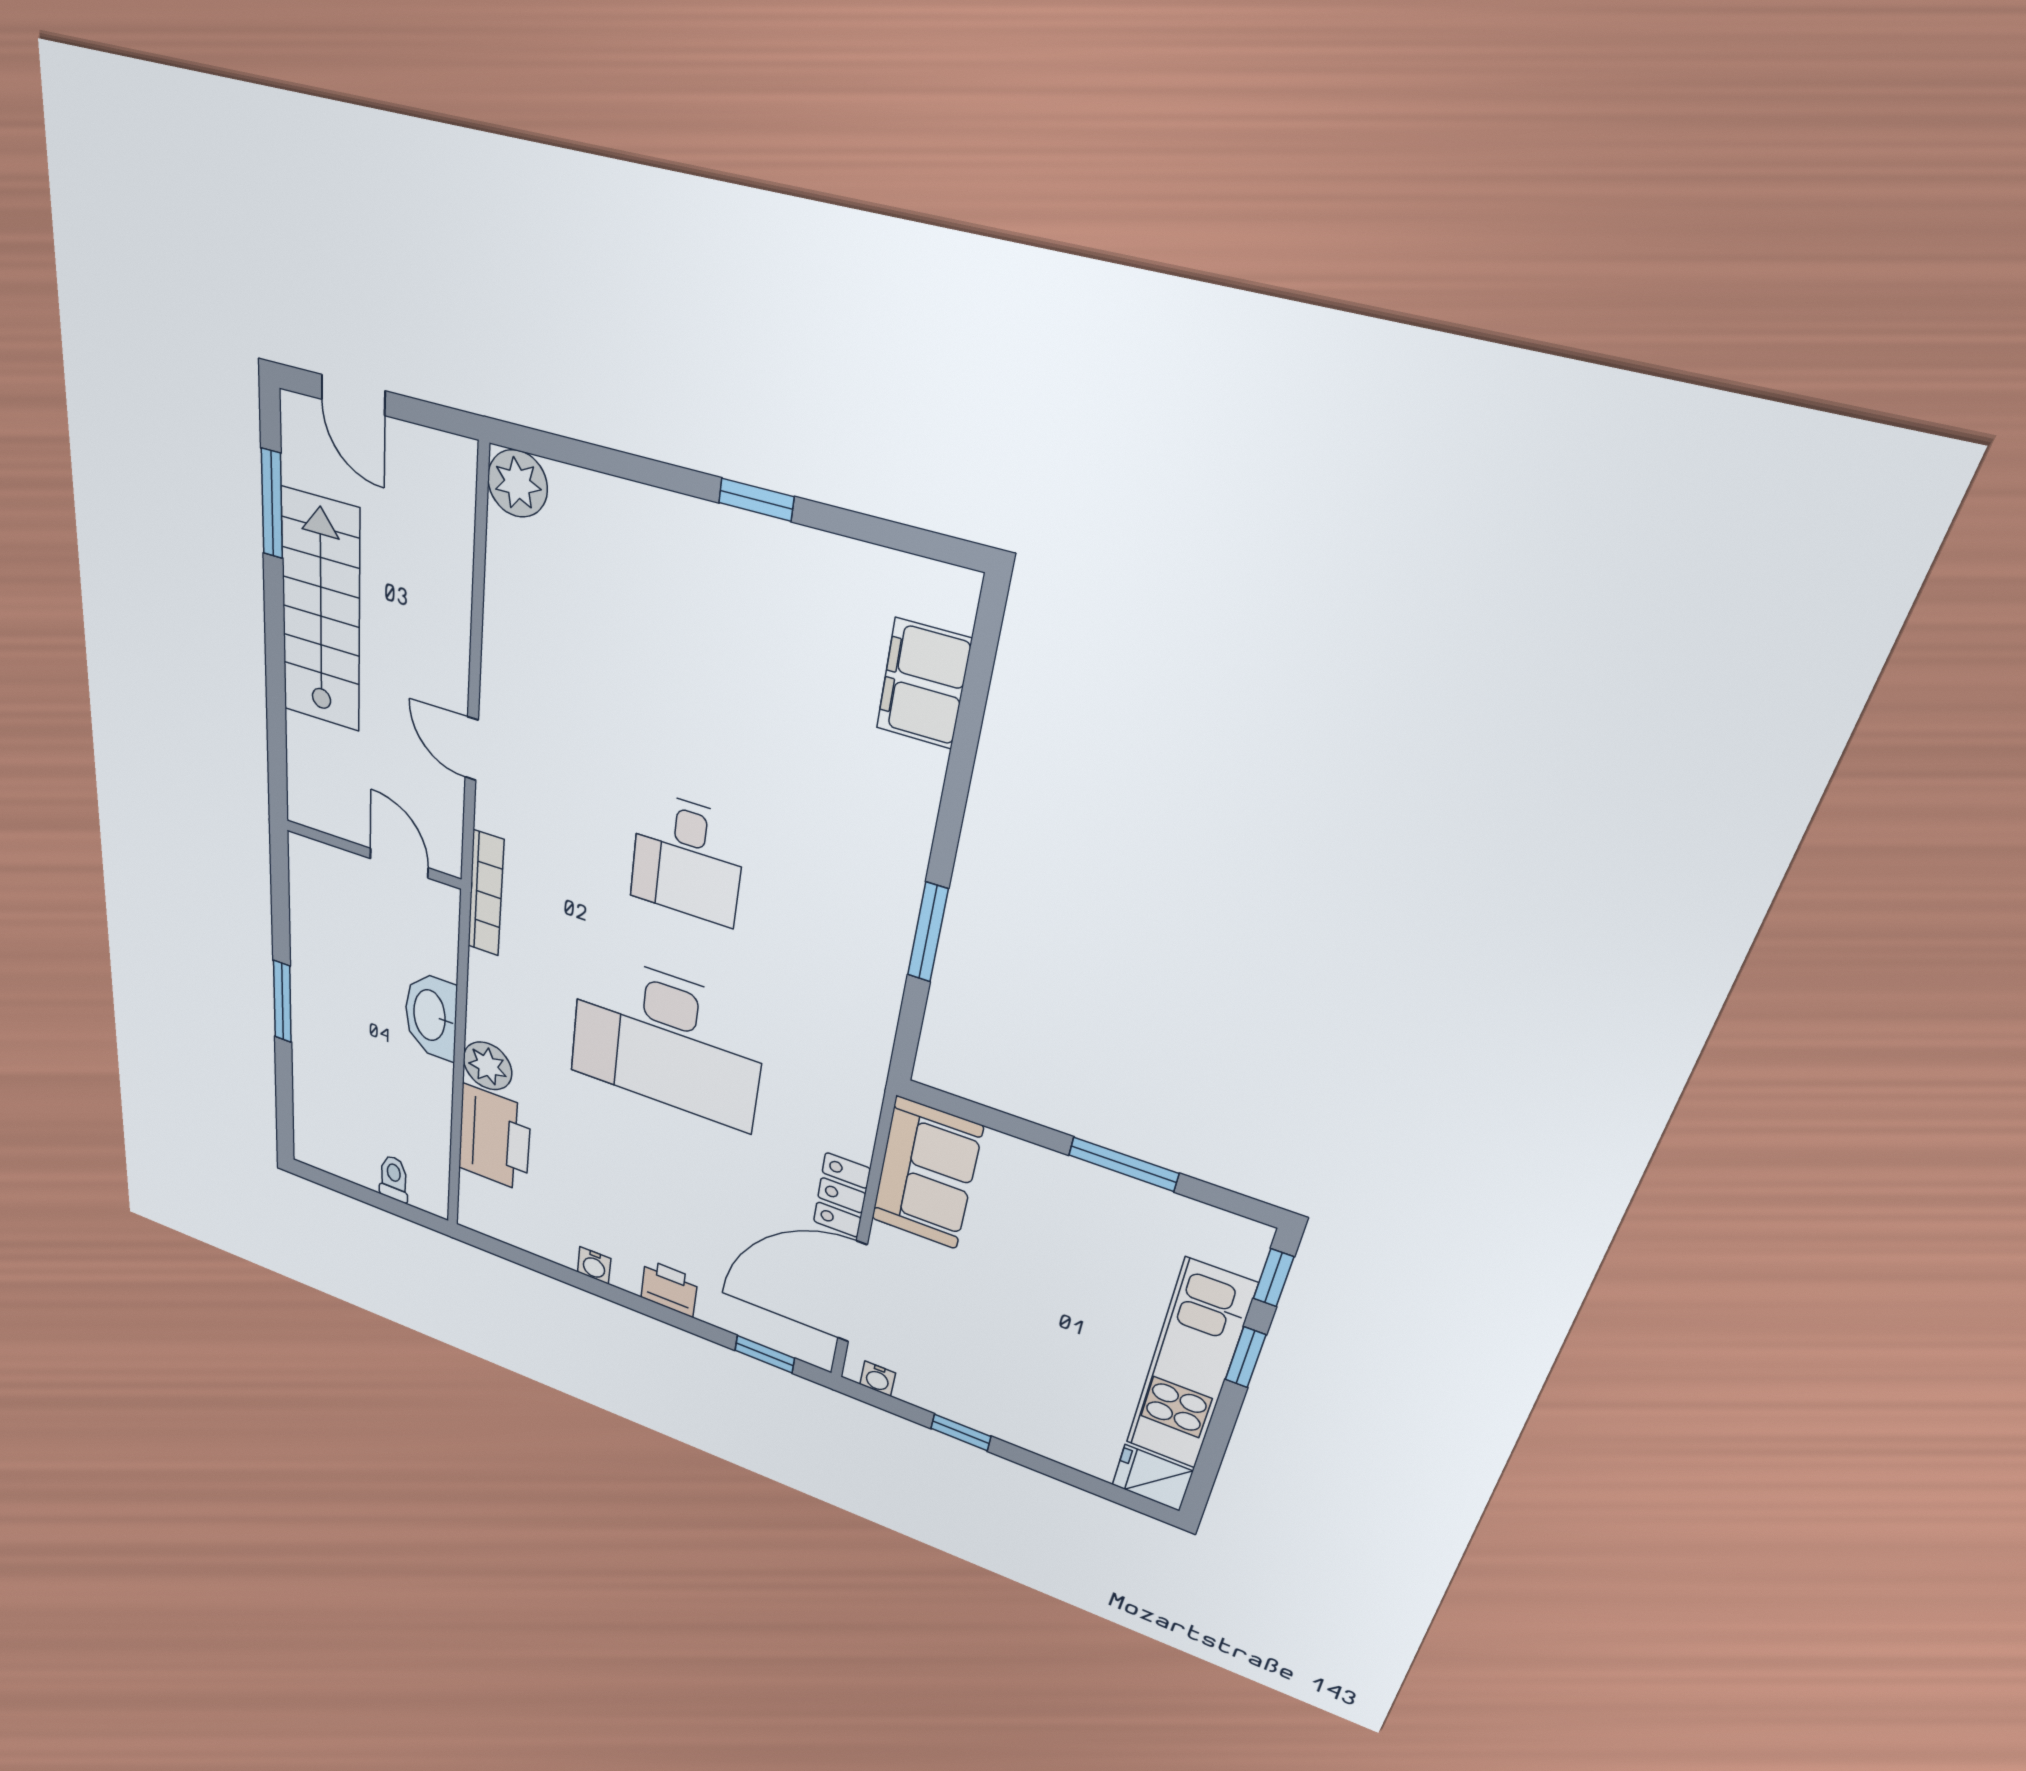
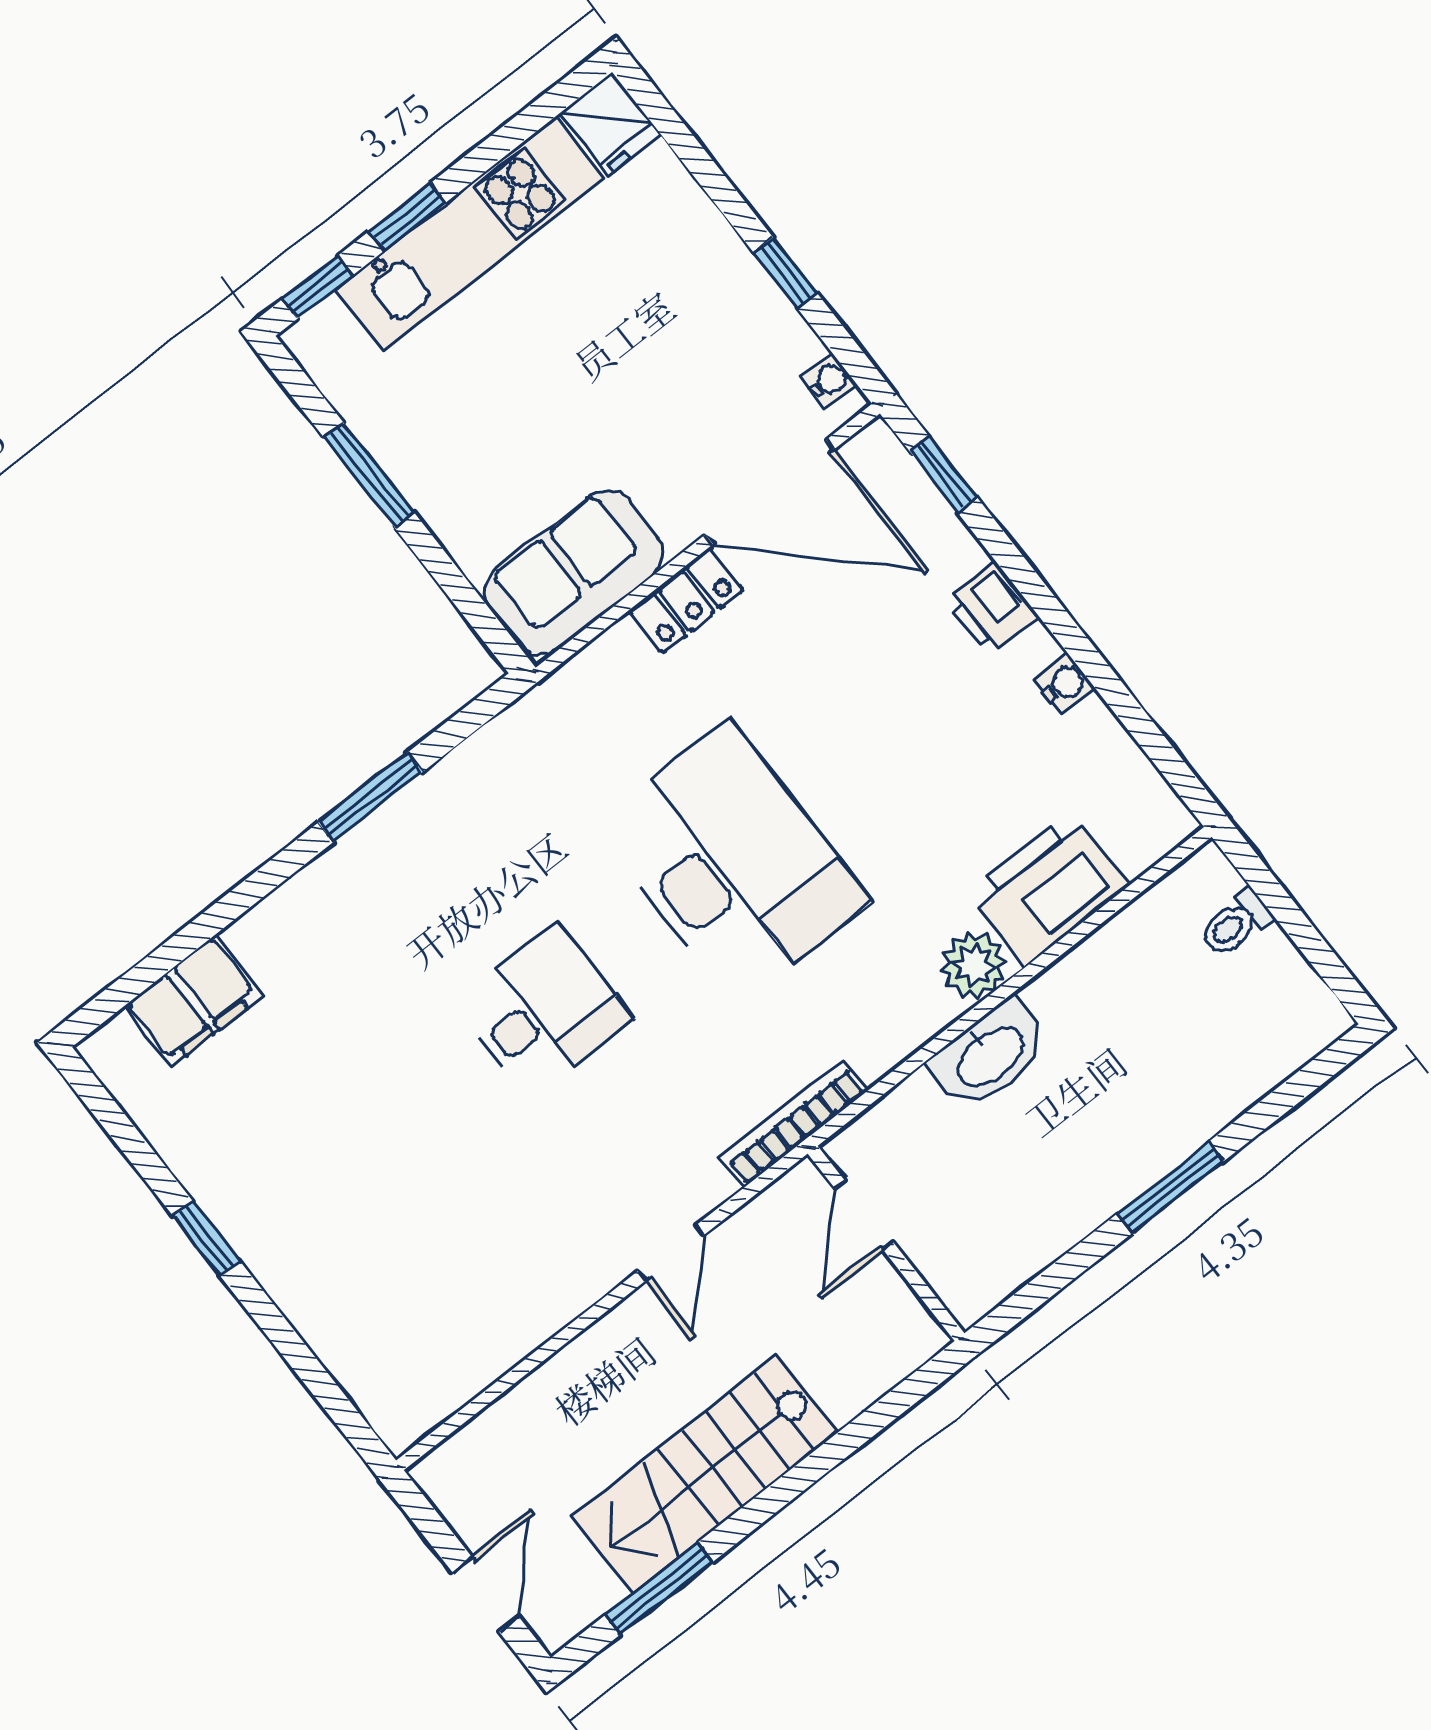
plant: (517, 484) -> (402, 1413), removed

